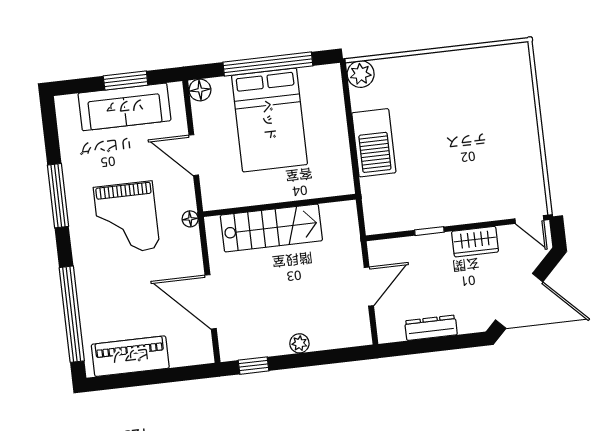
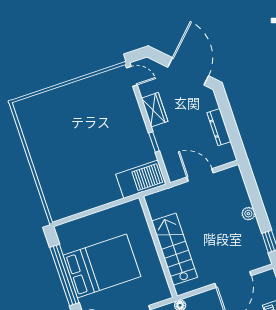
plant: (361, 74) -> (58, 211), removed
barbecue: (374, 143) -> (141, 179), moved
door: (529, 219) -> (132, 76), hinge flipped

